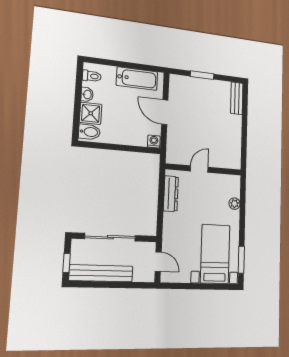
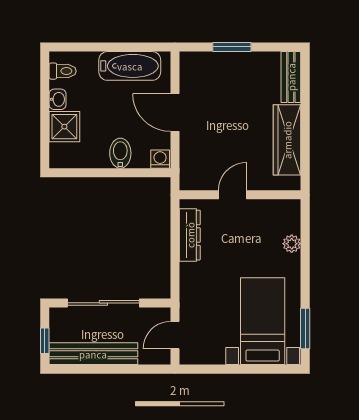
bidet: (89, 132) -> (120, 153), moved, turned -90
wardrobe: (233, 137) -> (287, 140), added
door: (158, 262) -> (175, 335), swing flipped

